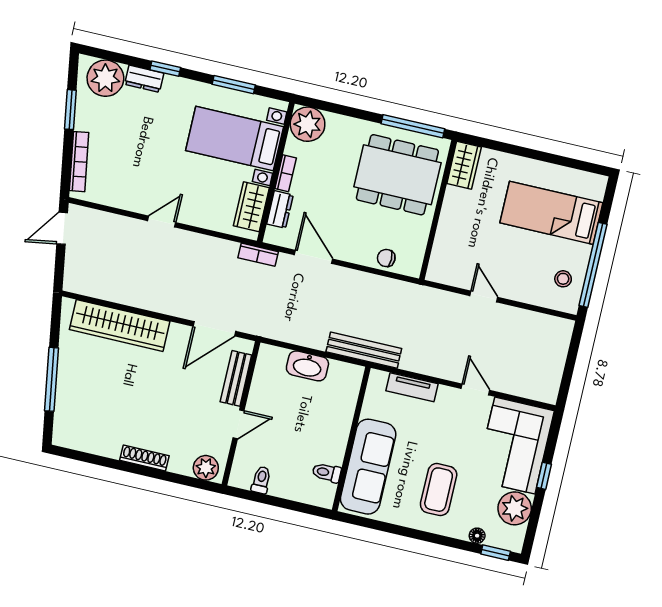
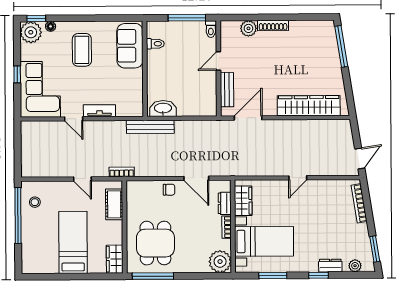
plant: (105, 78) -> (355, 266), width x0.53, depth x0.53
window: (70, 110) -> (375, 249), moved
dining table: (397, 175) -> (155, 243), width x0.73
bed: (551, 213) -> (73, 242), moved, turned -90
cot: (445, 247) -> (114, 204), added
bookcase: (258, 255) -> (122, 172), moved
chair: (386, 258) -> (169, 190), moved
washbasin: (307, 366) -> (163, 109), moved
window: (52, 379) -> (341, 46), moved
tv unit: (412, 387) -> (99, 111), moved
sofa: (368, 467) -> (130, 46), width x0.73
plant: (206, 468) -> (248, 28), moved
toilet: (261, 480) -> (211, 29), moved
window: (270, 500) -> (187, 18), added
plant: (515, 508) -> (31, 32), moved

